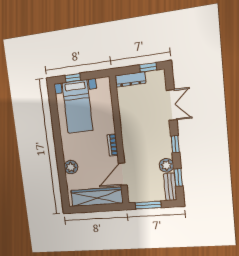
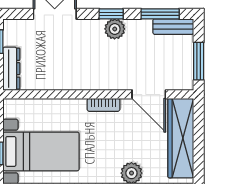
plant: (166, 165) -> (115, 29), moved
window: (178, 177) -> (160, 14), width x1.50

